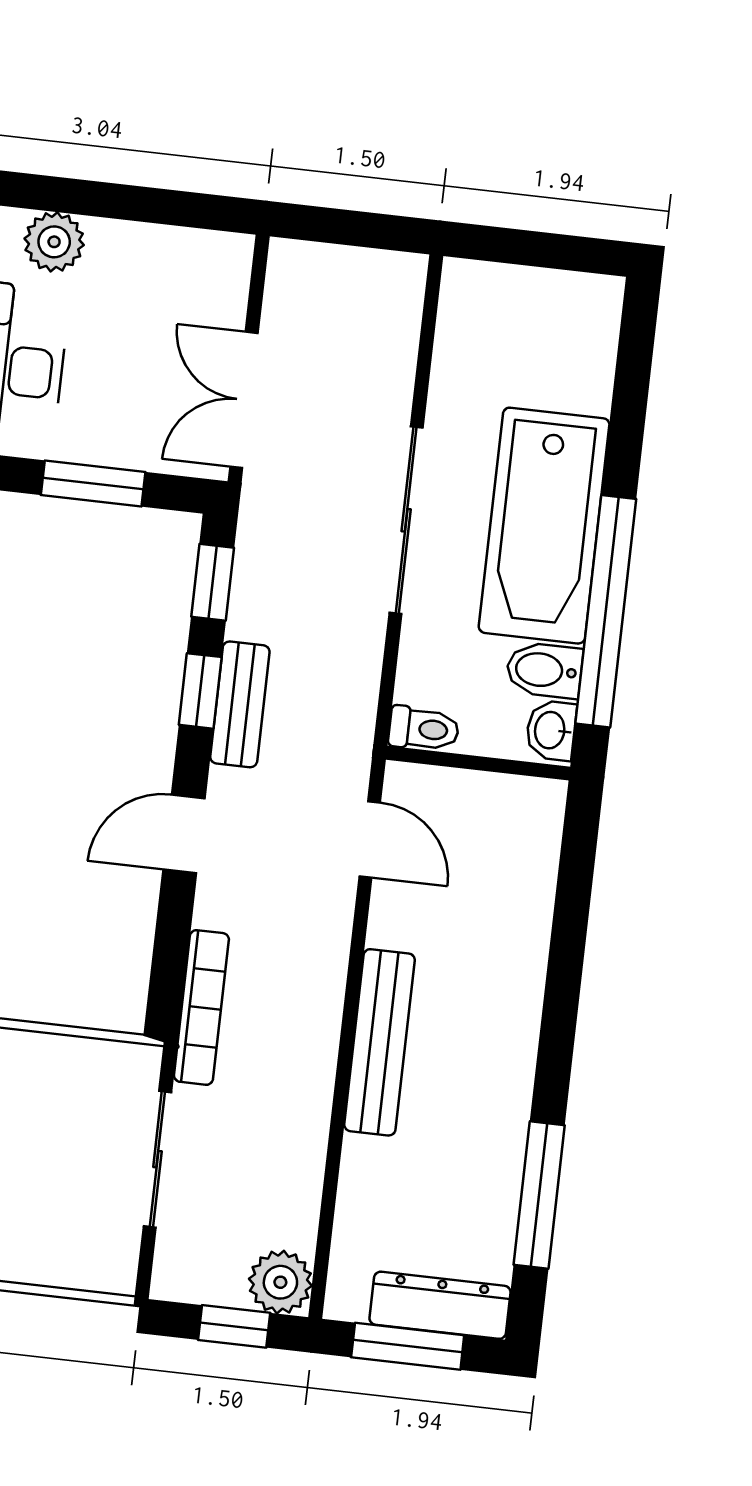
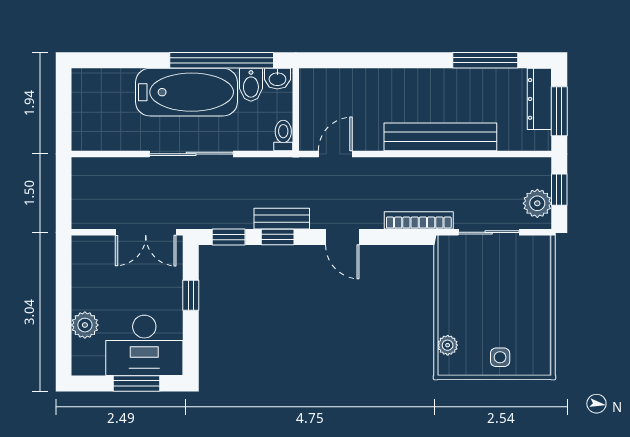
window: (93, 484) -> (191, 295), width x0.67
bench: (380, 1042) -> (440, 137), width x1.37, depth x1.21
plant: (280, 1282) -> (537, 203), moved

